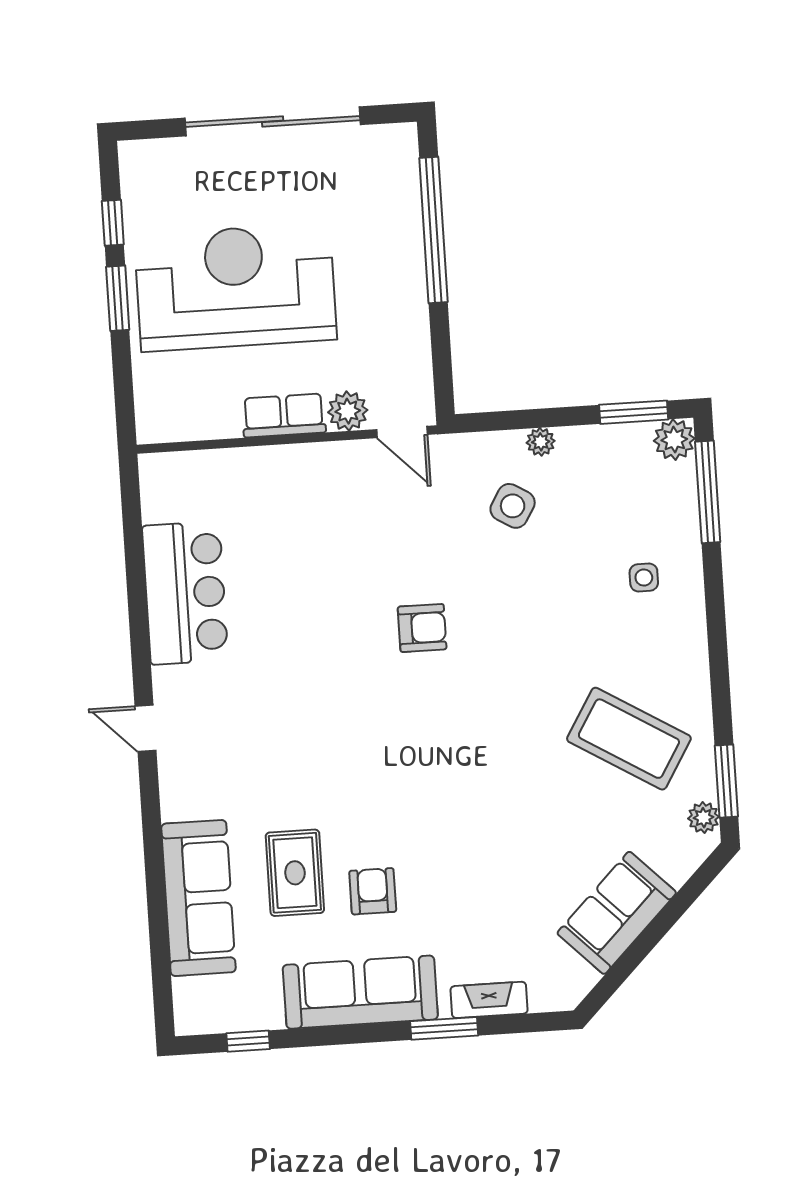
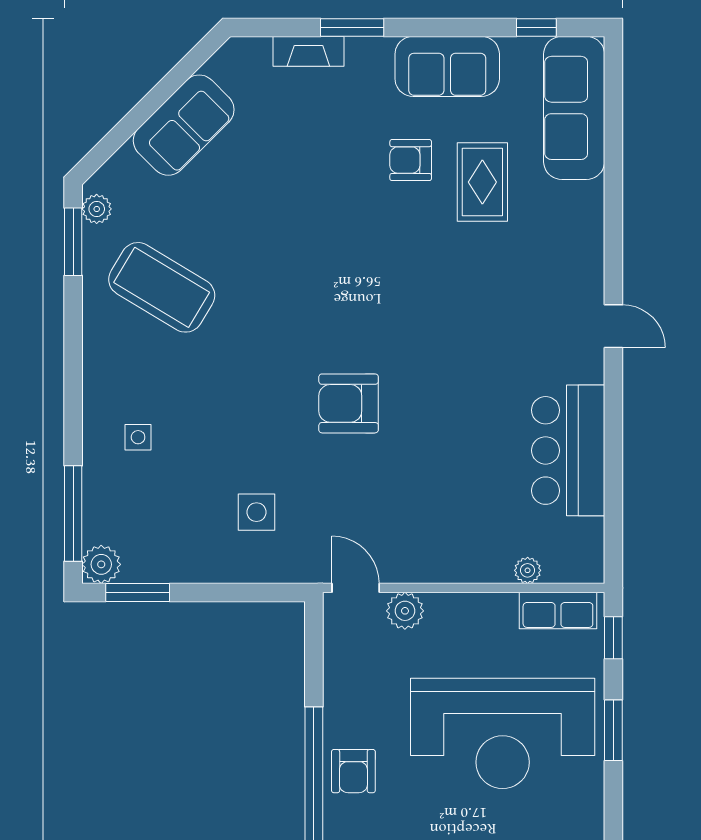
window: (113, 223) -> (613, 638), moved
armchair: (392, 237) -> (353, 771), added
row of seats: (284, 415) -> (558, 611), moved
plant: (541, 442) -> (528, 570), moved
side table: (513, 506) -> (257, 512), turned -31
armchair: (422, 628) -> (349, 403), width x1.38, depth x1.38
armchair: (373, 891) -> (411, 160), turned 90
sofa: (198, 898) -> (574, 108), moved
sofa: (360, 992) -> (447, 66), width x0.73

